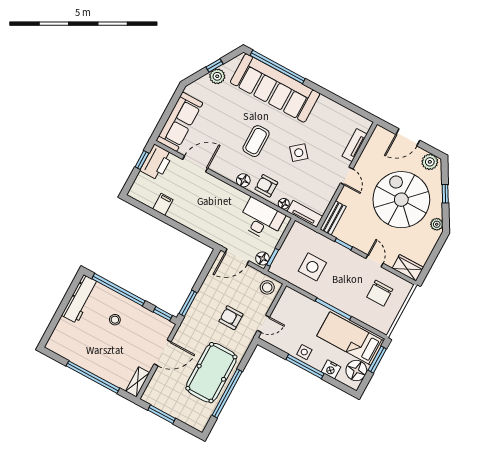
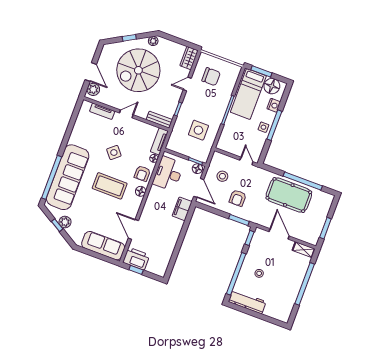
coffee table: (256, 141) -> (110, 186), width x1.36, depth x1.32
plant: (430, 162) -> (93, 89), moved
filing cabinet: (163, 204) -> (182, 209), moved, width x2.00
stool: (267, 287) -> (222, 176), moved
armchair: (231, 318) -> (238, 198), moved

